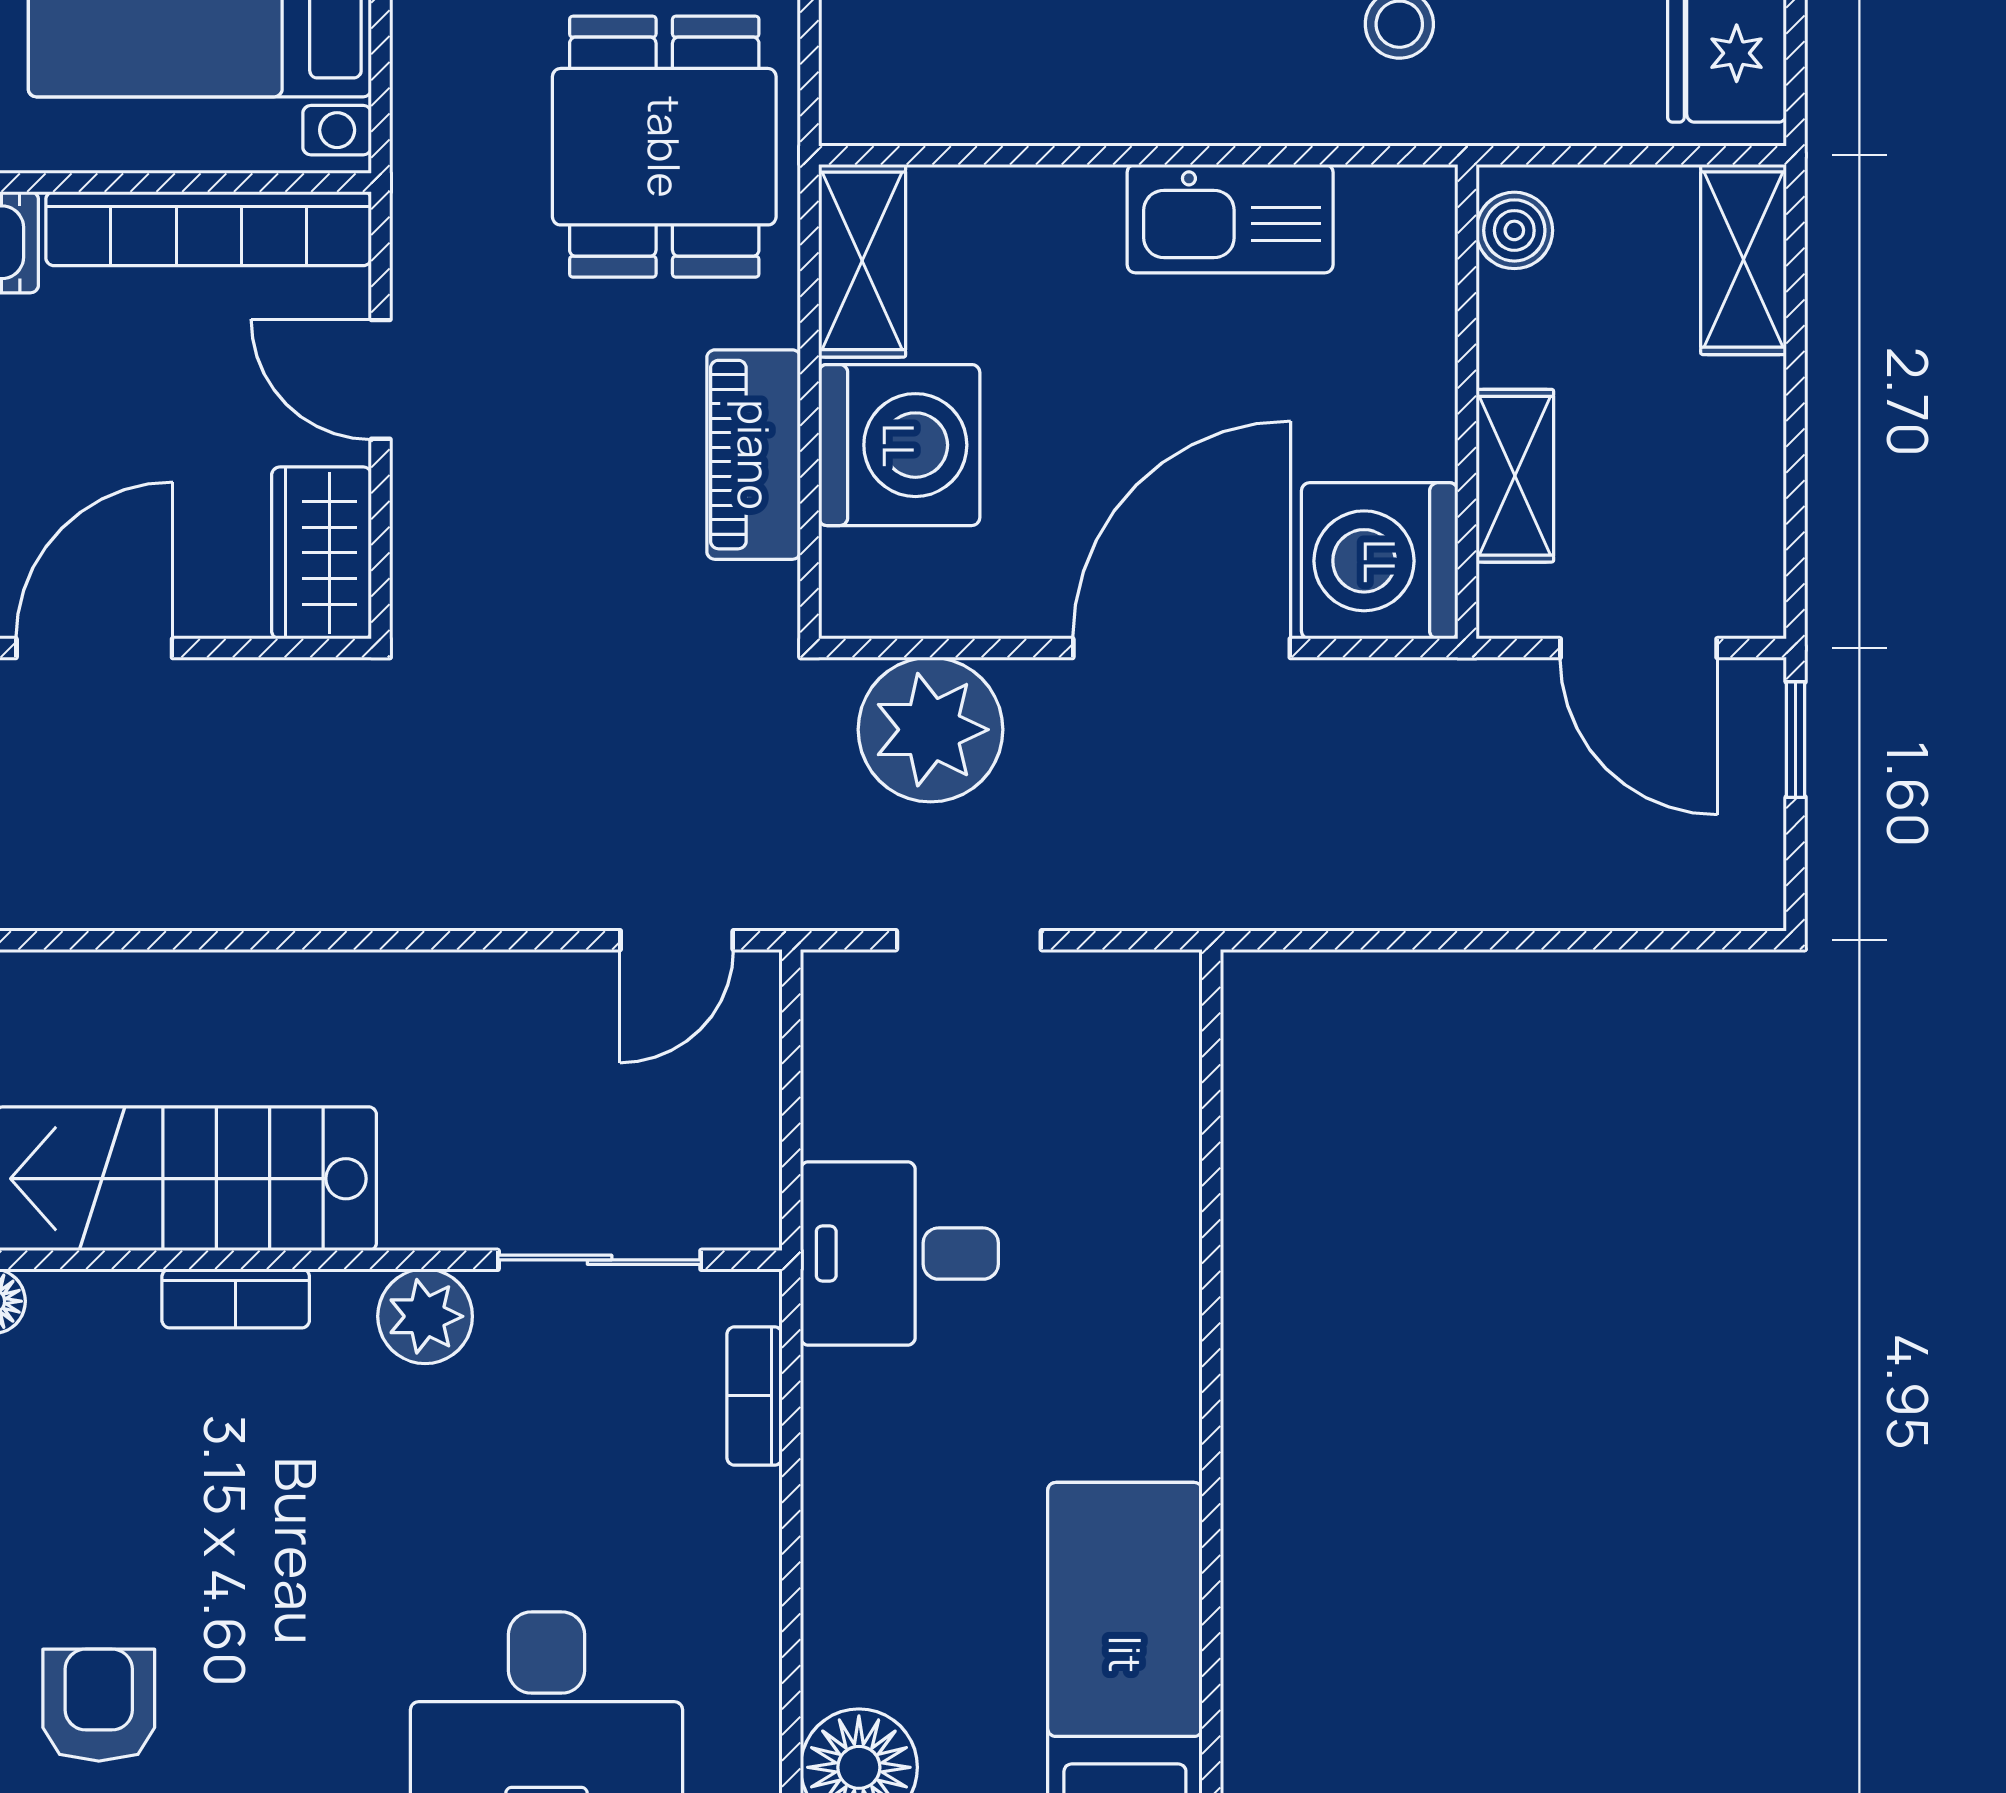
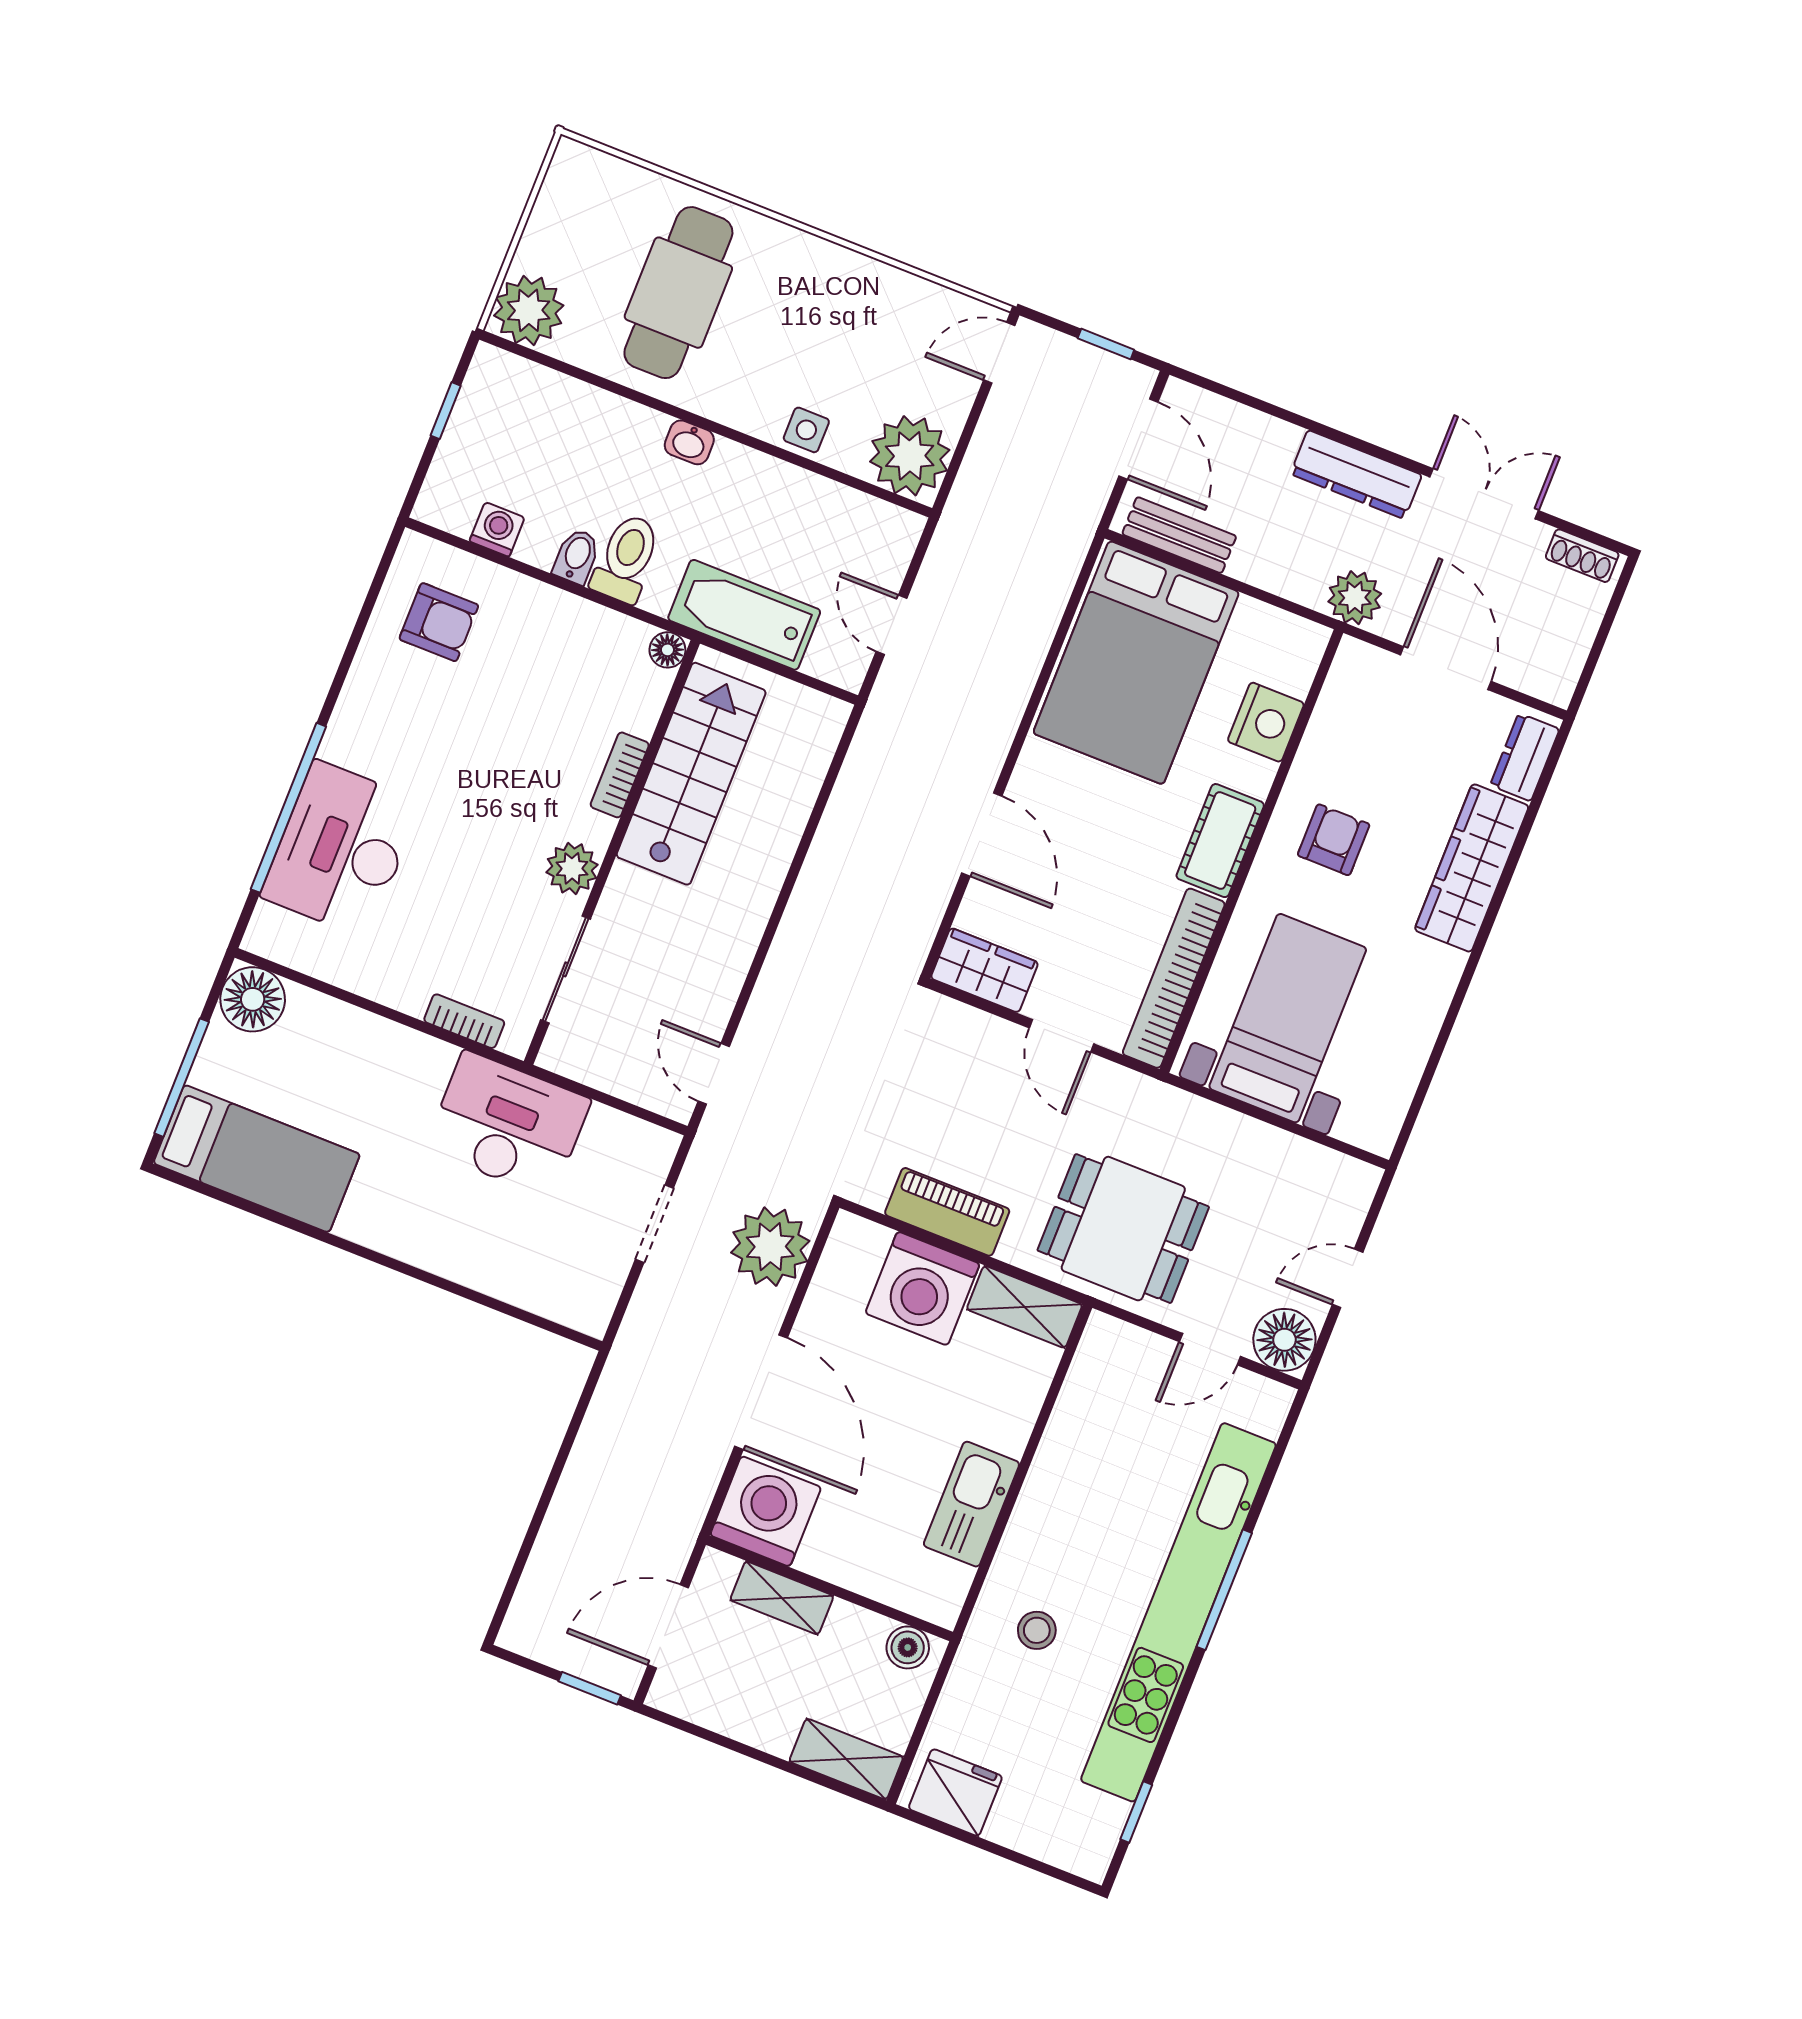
door: (381, 379) -> (1061, 1036), swing flipped
desk: (899, 1254) -> (508, 1124), width x1.37

